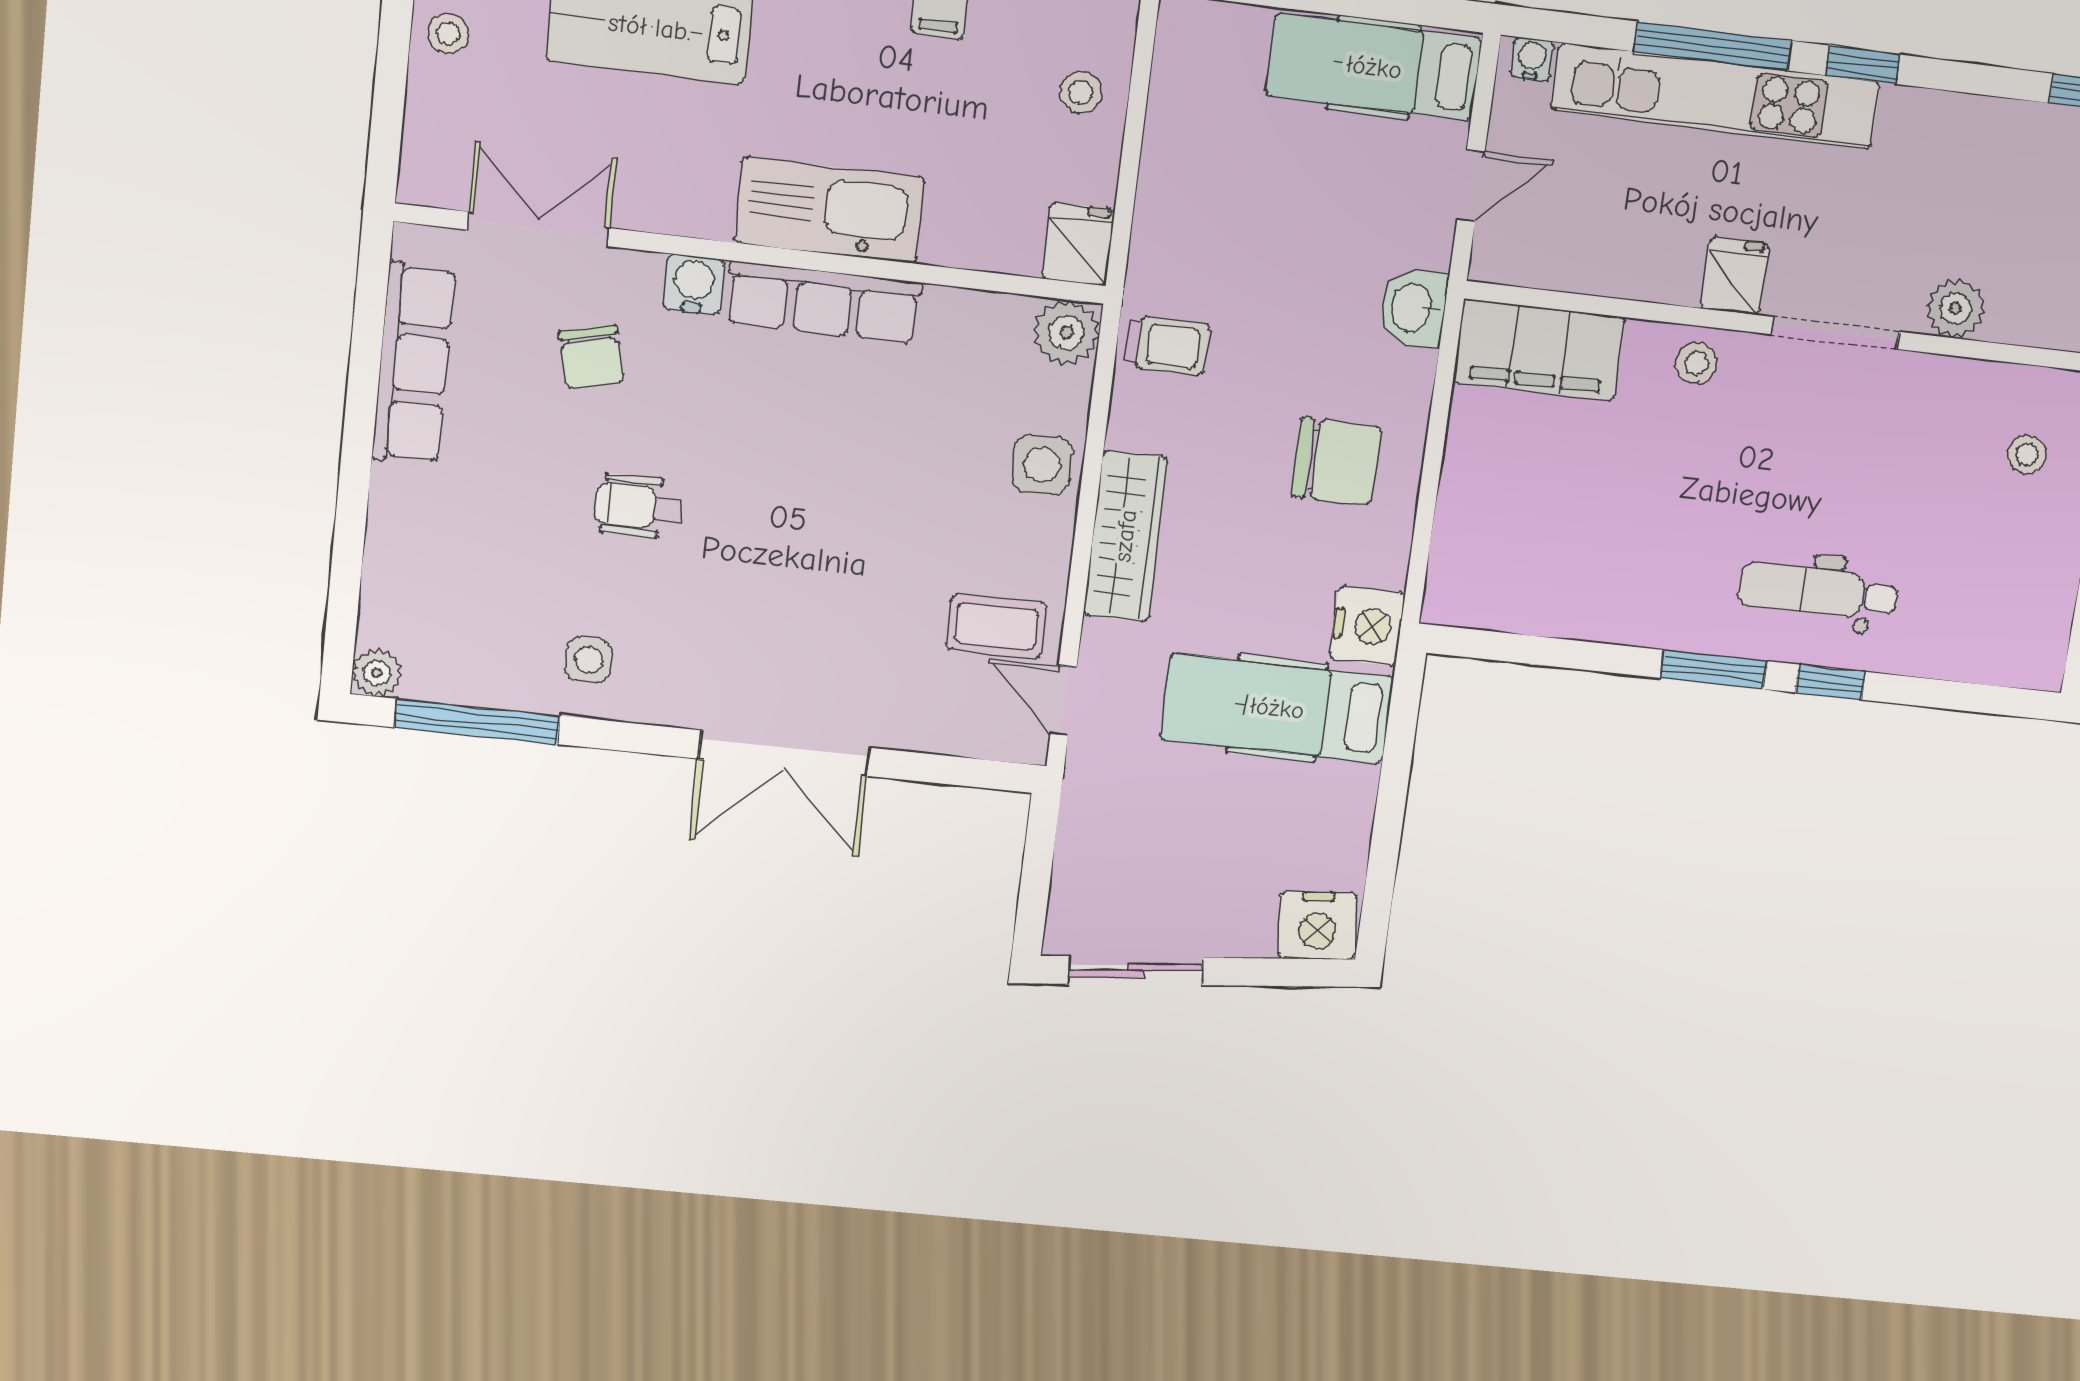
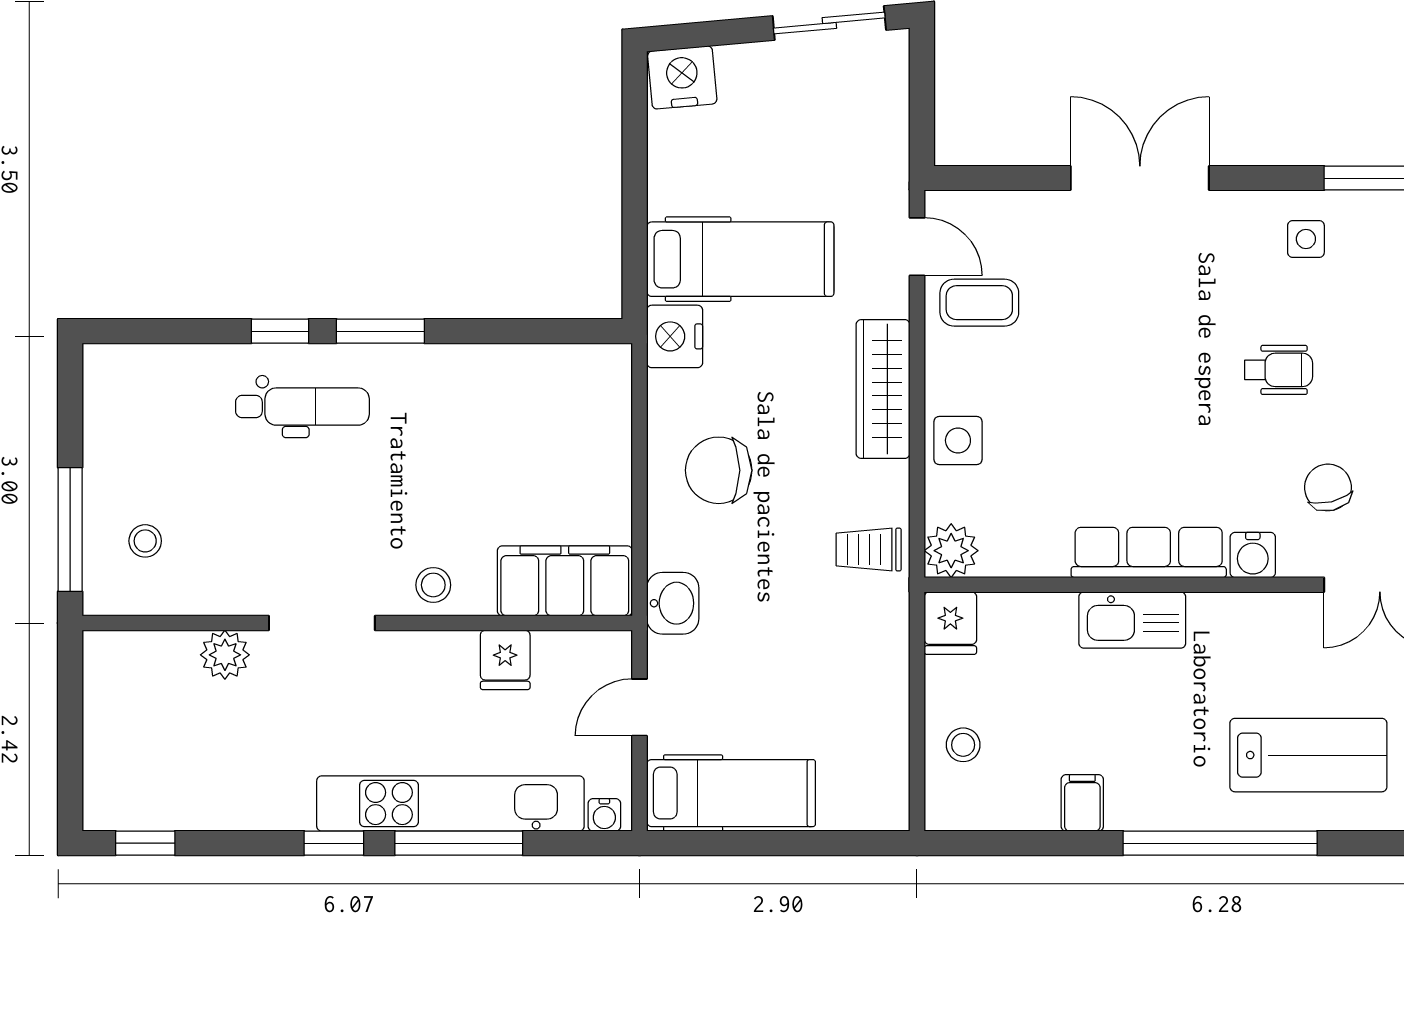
kitchen sink: (830, 210) -> (1132, 620), width x0.73, depth x0.81
fridge: (1735, 276) -> (505, 660), moved

